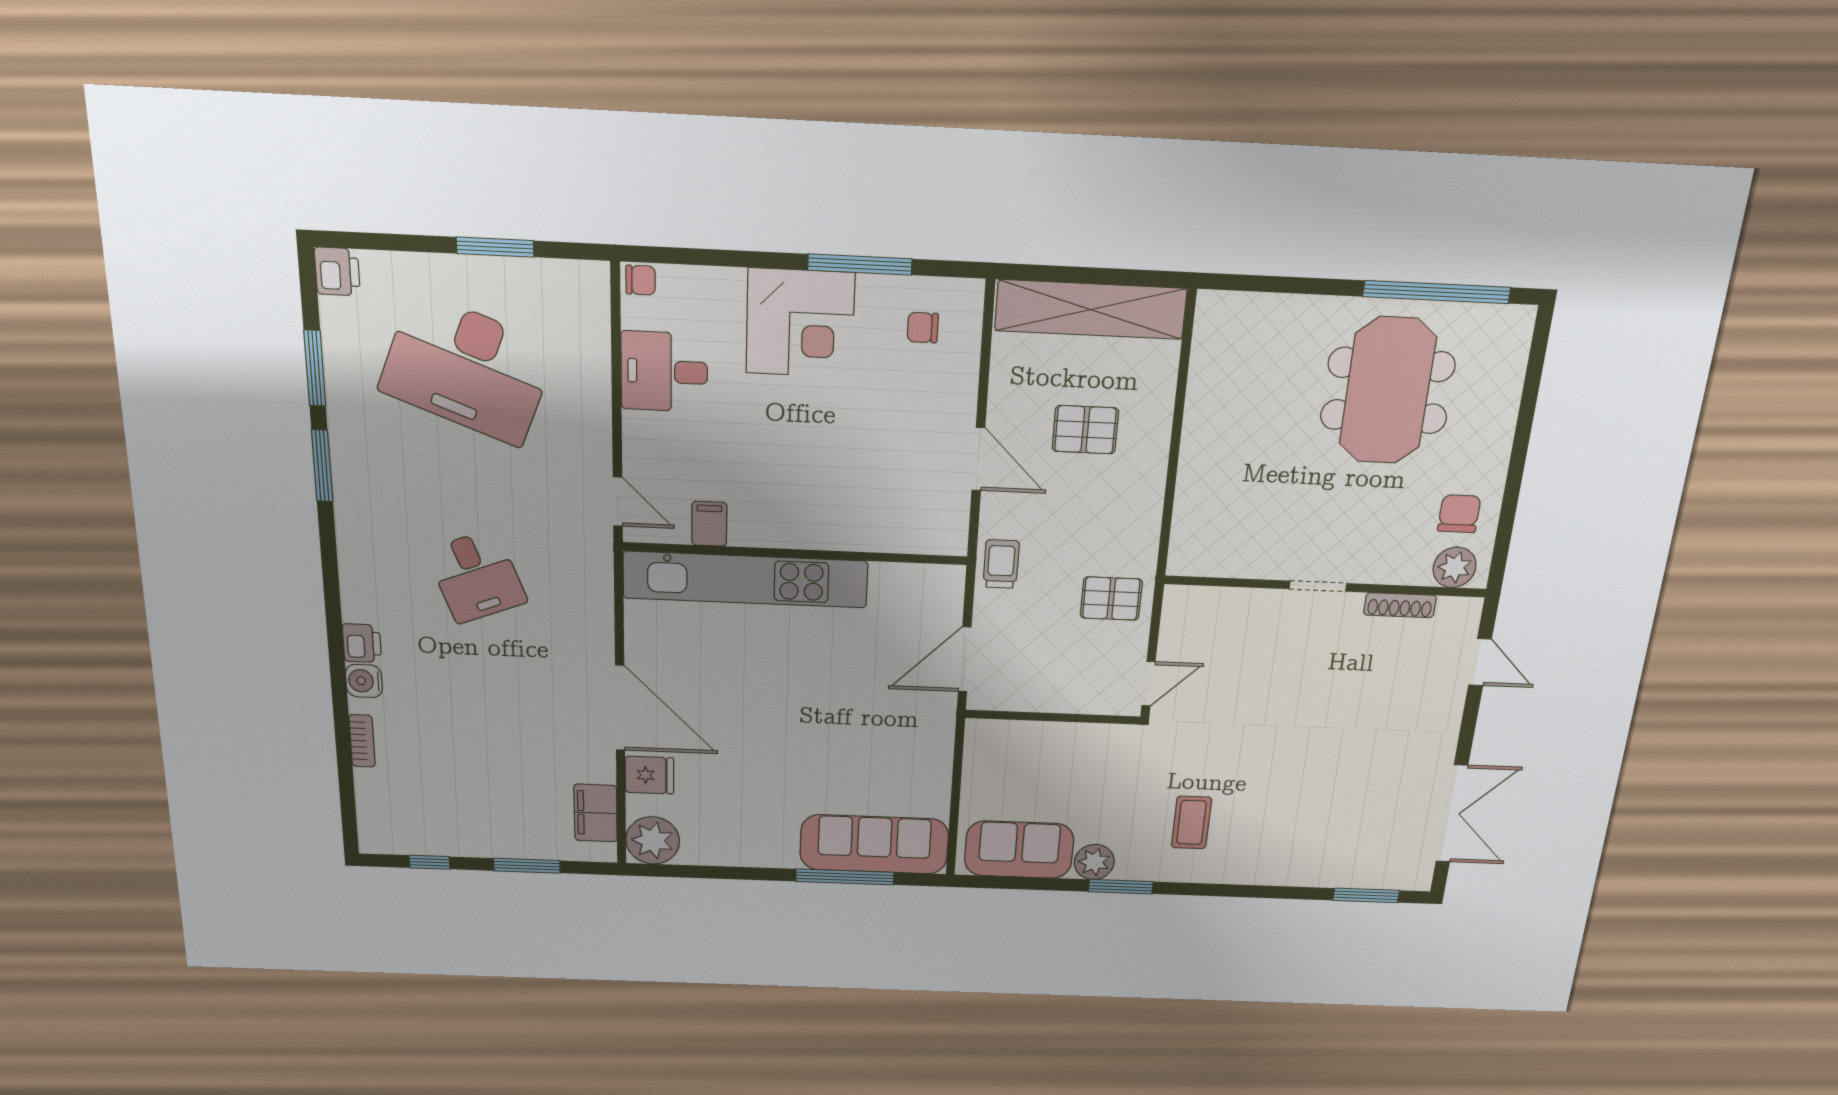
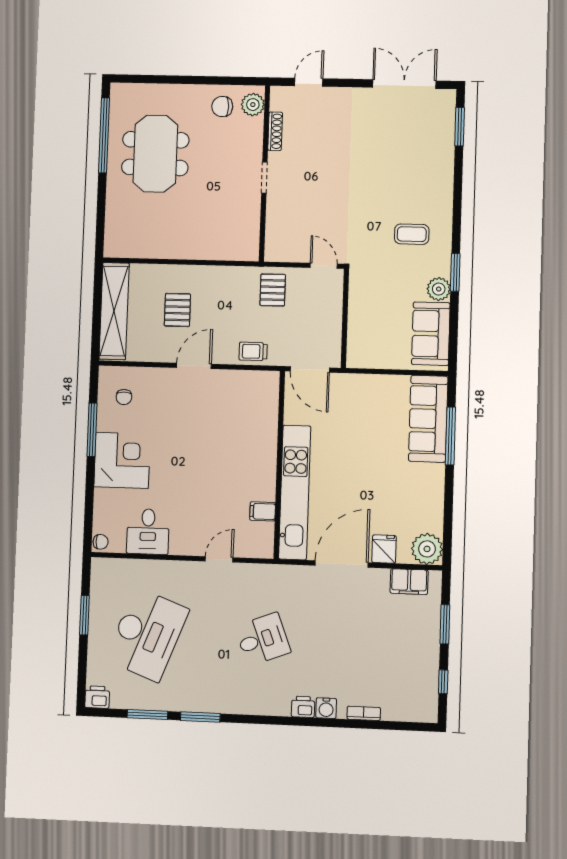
chair: (641, 280) -> (101, 542), turned 90
meeting table: (1388, 391) -> (155, 154), turned 90
filing cabinet: (709, 524) -> (263, 511), moved
wall: (795, 554) -> (279, 465), moved
kitchen unit: (745, 580) -> (295, 492), moved

